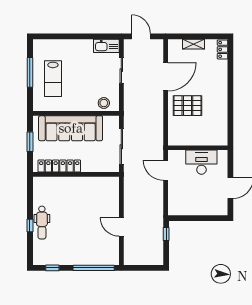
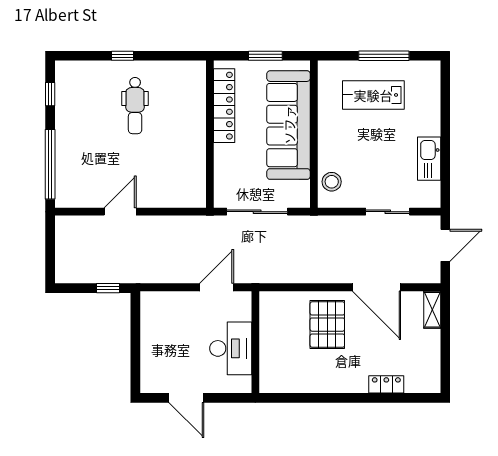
shelving: (194, 44) -> (432, 310), moved
kitchen sink: (106, 46) -> (429, 159), moved
locker: (222, 49) -> (386, 384), moved
dental chair: (42, 223) -> (135, 106), moved, turned -90

